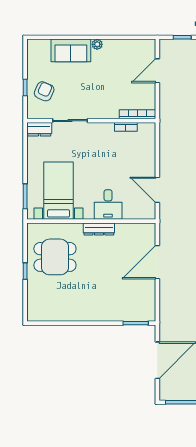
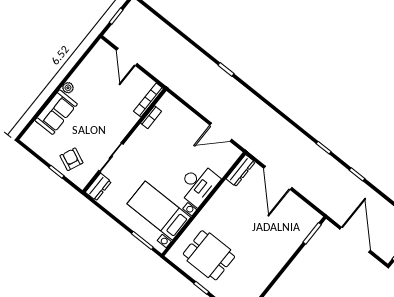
desk: (108, 205) -> (198, 184), width x1.37
dresser: (99, 229) -> (241, 171), moved
dining table: (55, 257) -> (209, 255), turned 90

